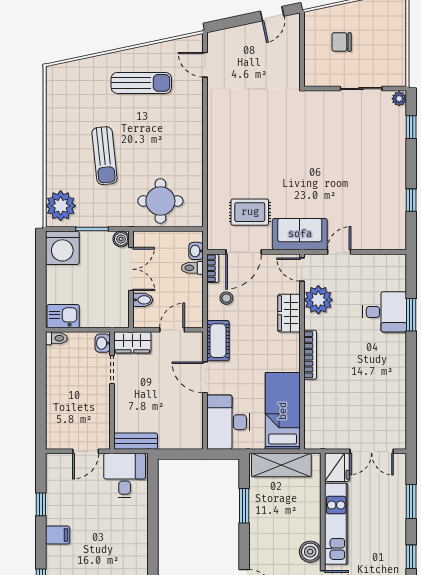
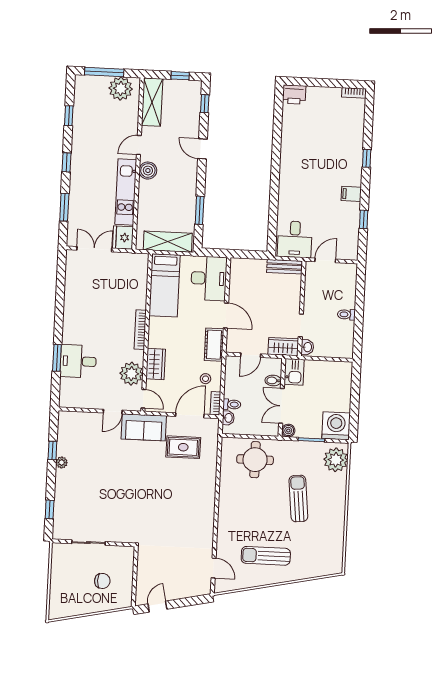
plant: (399, 99) -> (62, 462), moved
kitchen sink: (63, 316) -> (294, 372), moved, turned -90
toilet: (56, 338) -> (346, 314), moved

